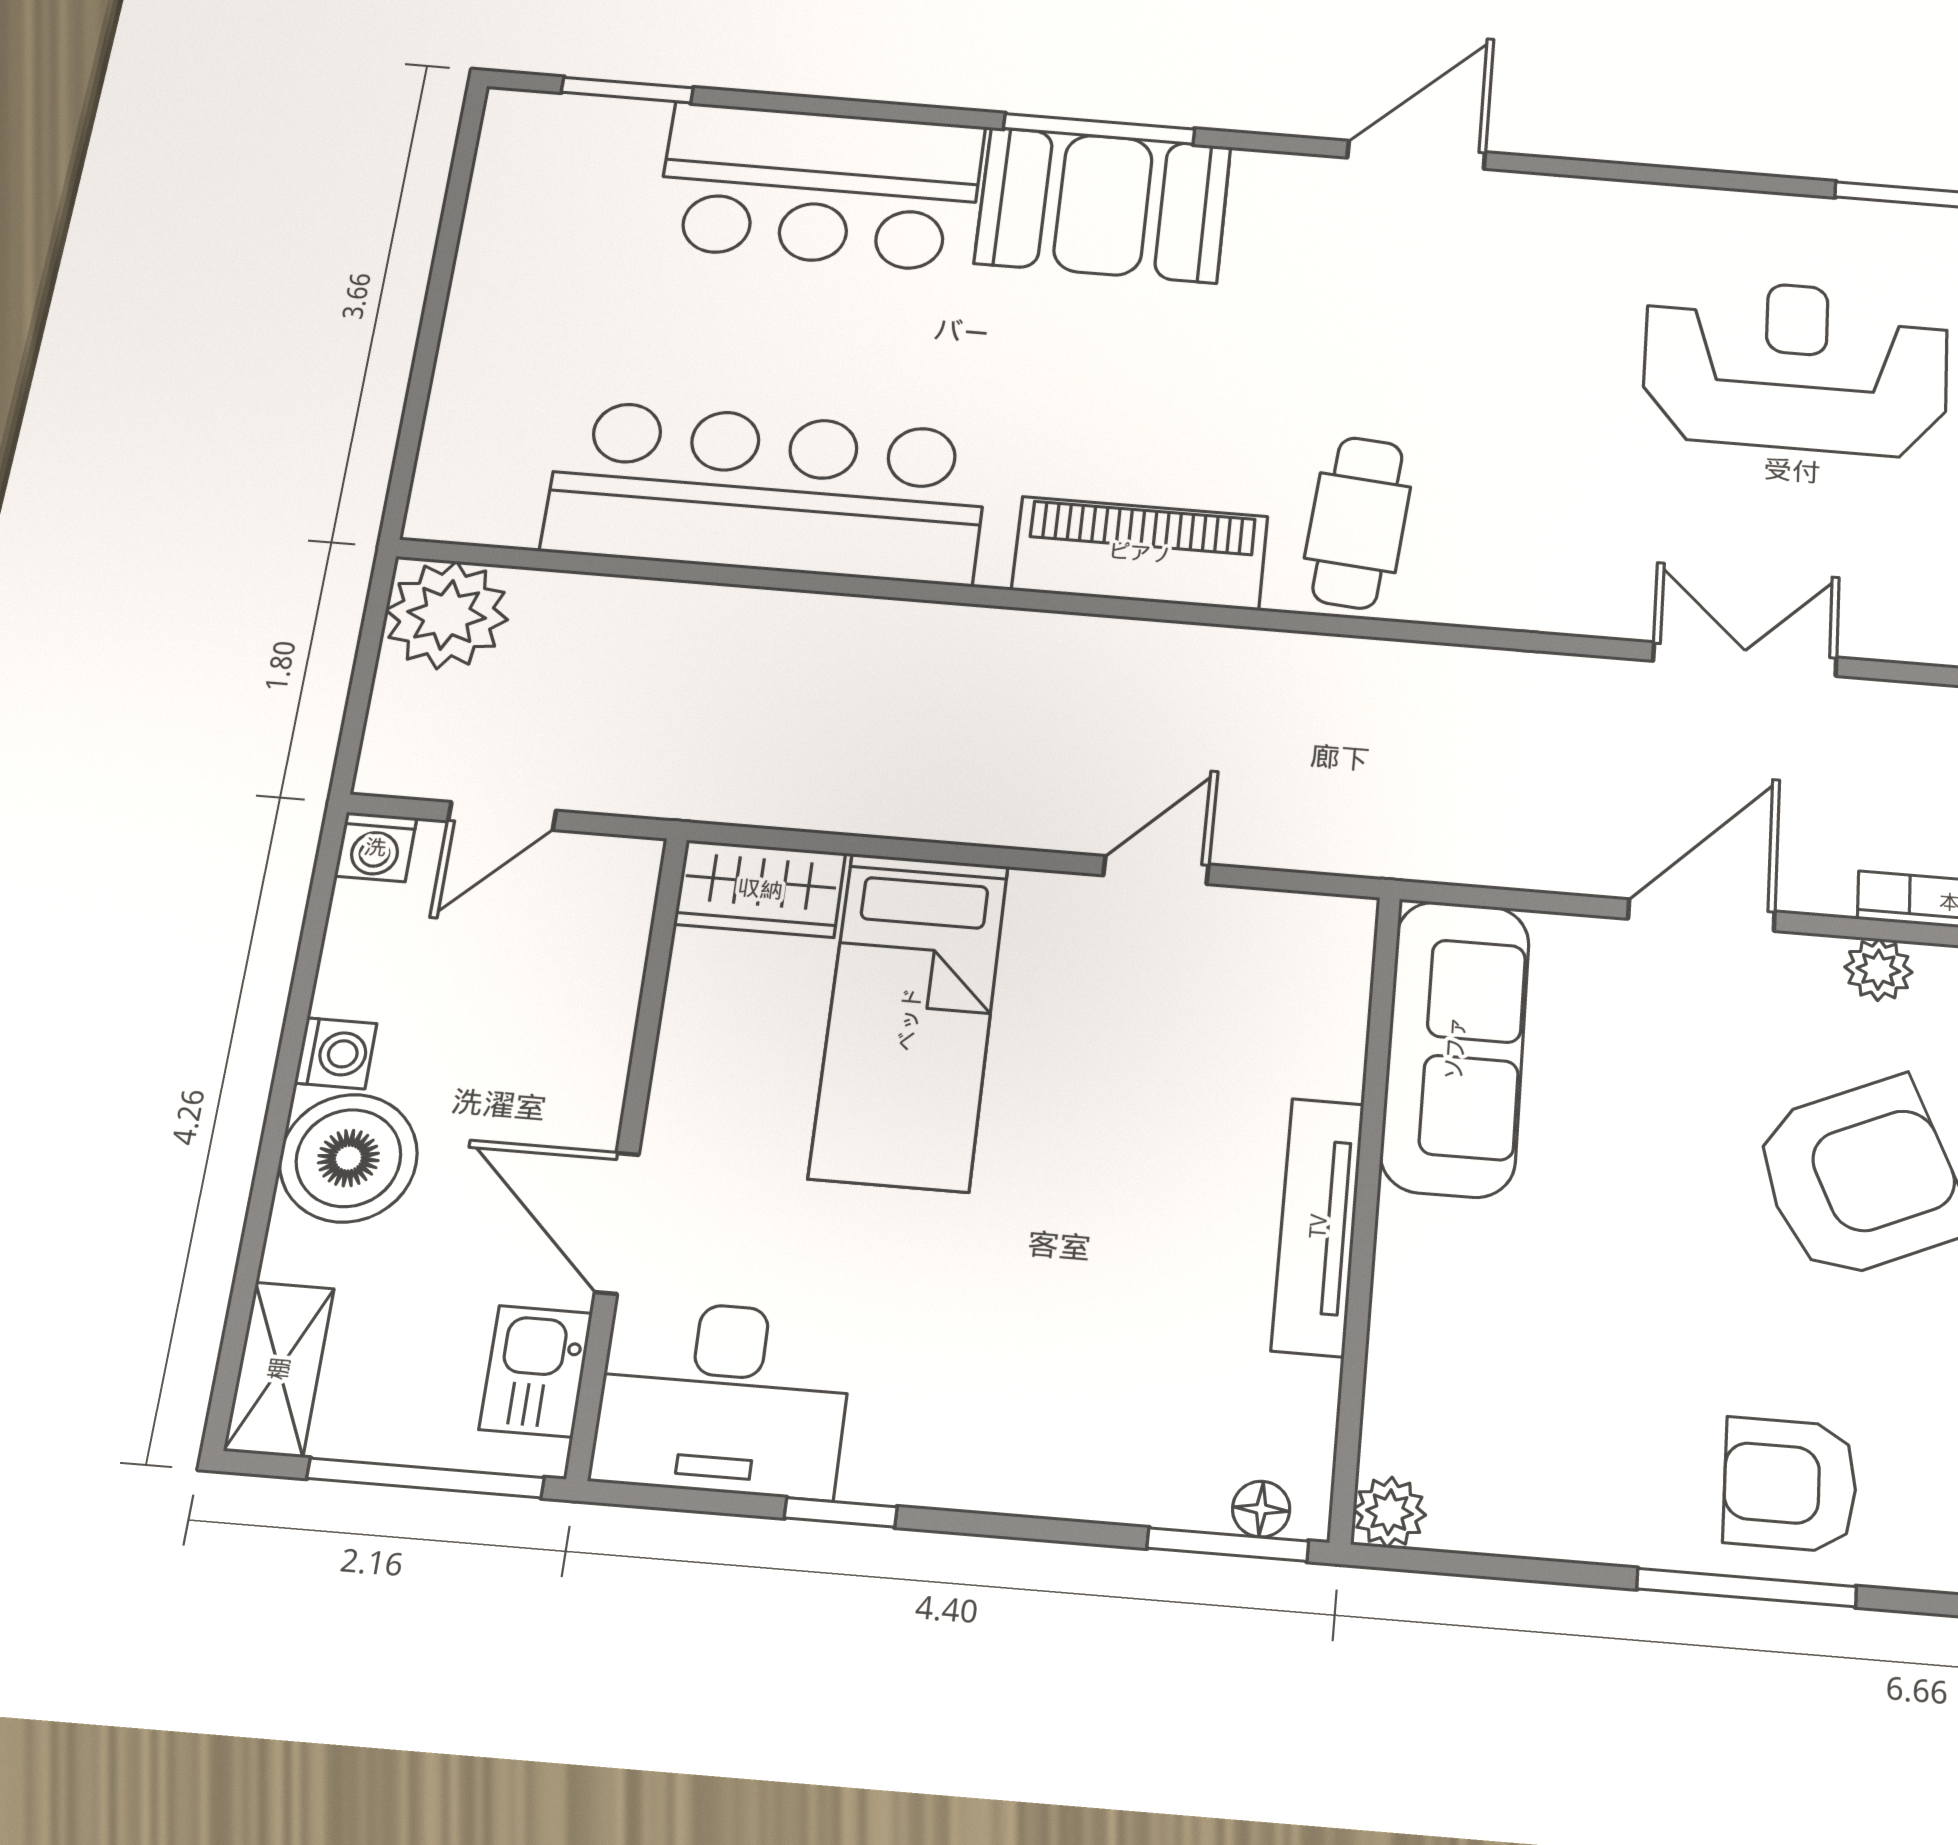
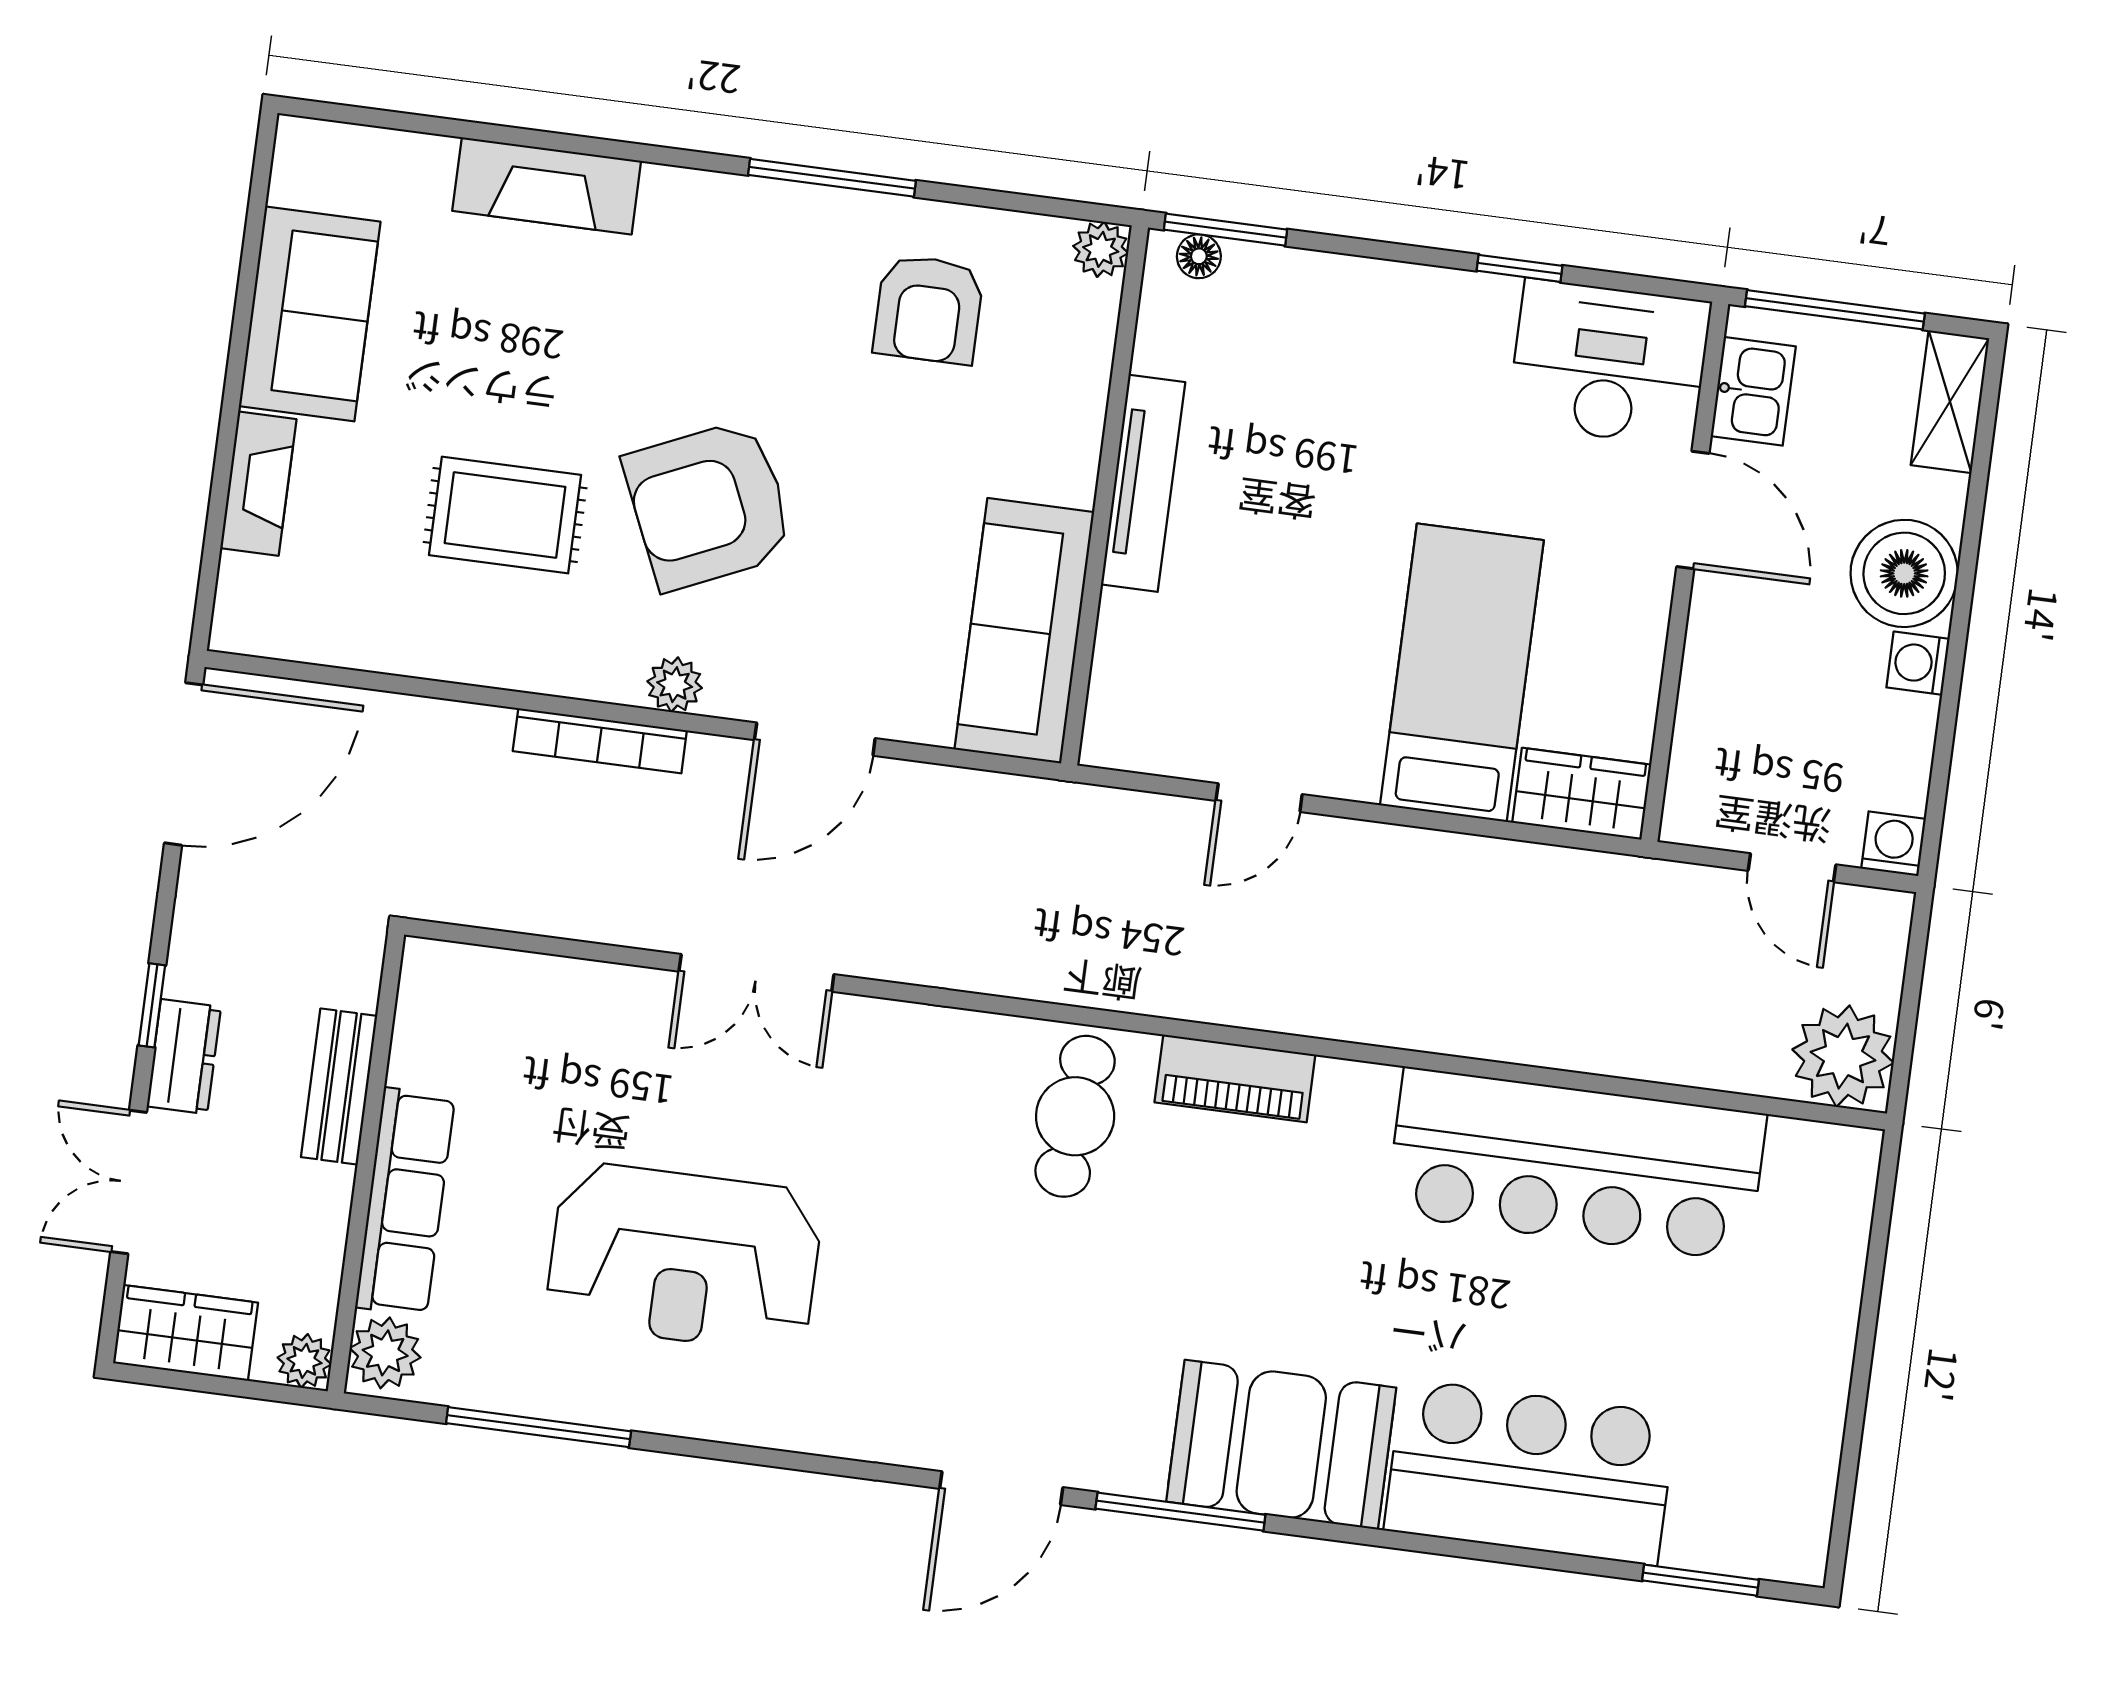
window: (1099, 129) -> (1180, 1512), moved
piano: (1140, 553) -> (1235, 1078), width x0.73, depth x0.75
door: (502, 816) -> (1792, 868), swing flipped
armchair: (1790, 1485) -> (928, 309), moved, turned 90

